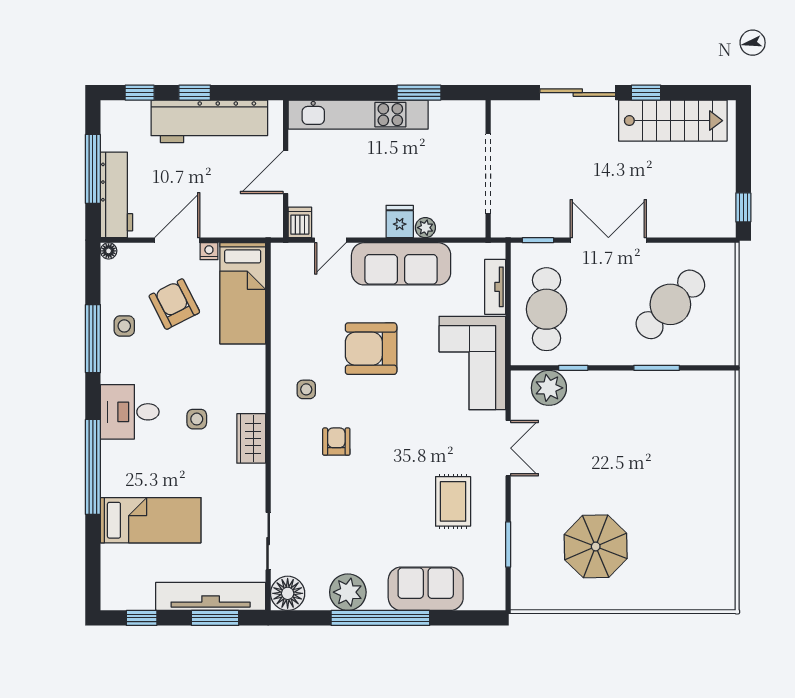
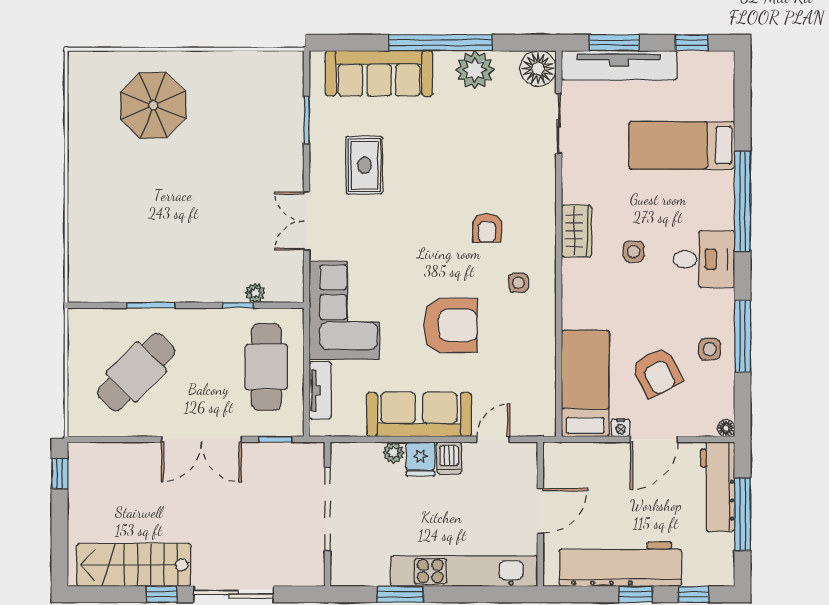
dishwasher: (300, 222) -> (449, 458), moved
plant: (549, 388) -> (255, 293), width x0.53, depth x0.53
parasol: (596, 546) -> (153, 105), moved
sofa: (426, 589) -> (379, 73), width x1.36

